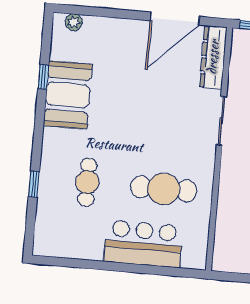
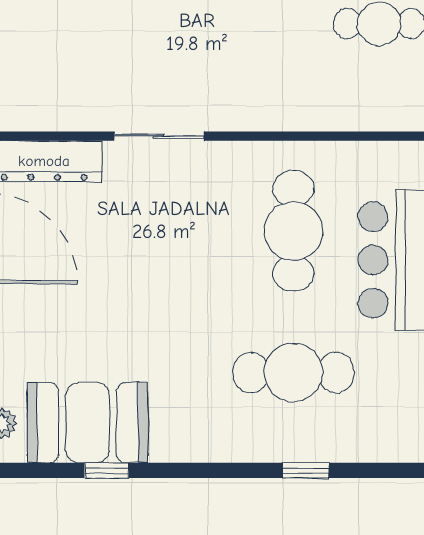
booth: (68, 95) -> (88, 423), moved
cafe table: (87, 182) -> (293, 373), width x1.37, depth x1.35

